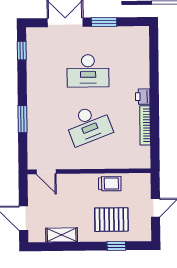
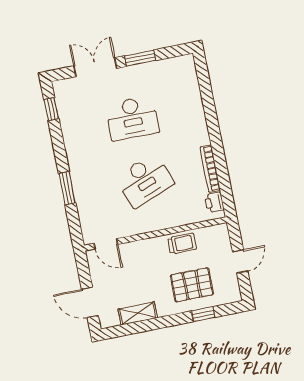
printer: (143, 97) -> (214, 202), moved

